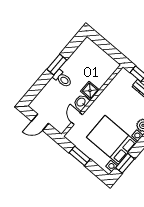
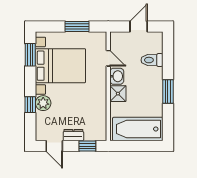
bathtub: (97, 57) -> (138, 129), added
toilet: (62, 79) -> (152, 60), moved

